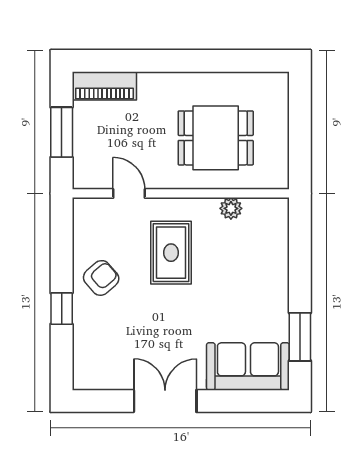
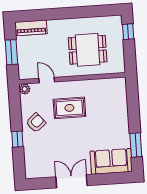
window: (300, 107) -> (128, 32), added
plant: (231, 208) -> (25, 89), moved
rug: (171, 253) -> (69, 108), turned 90

